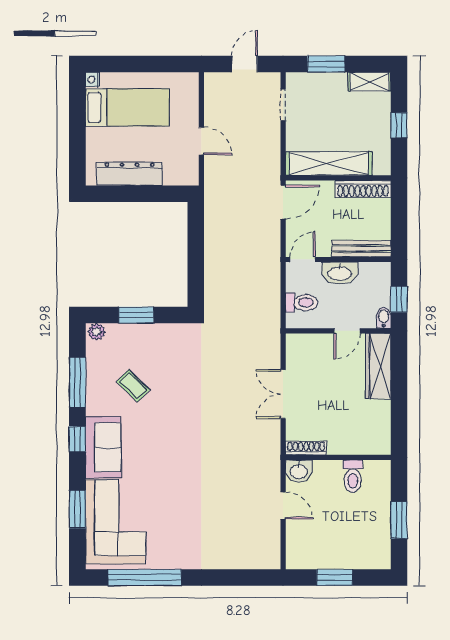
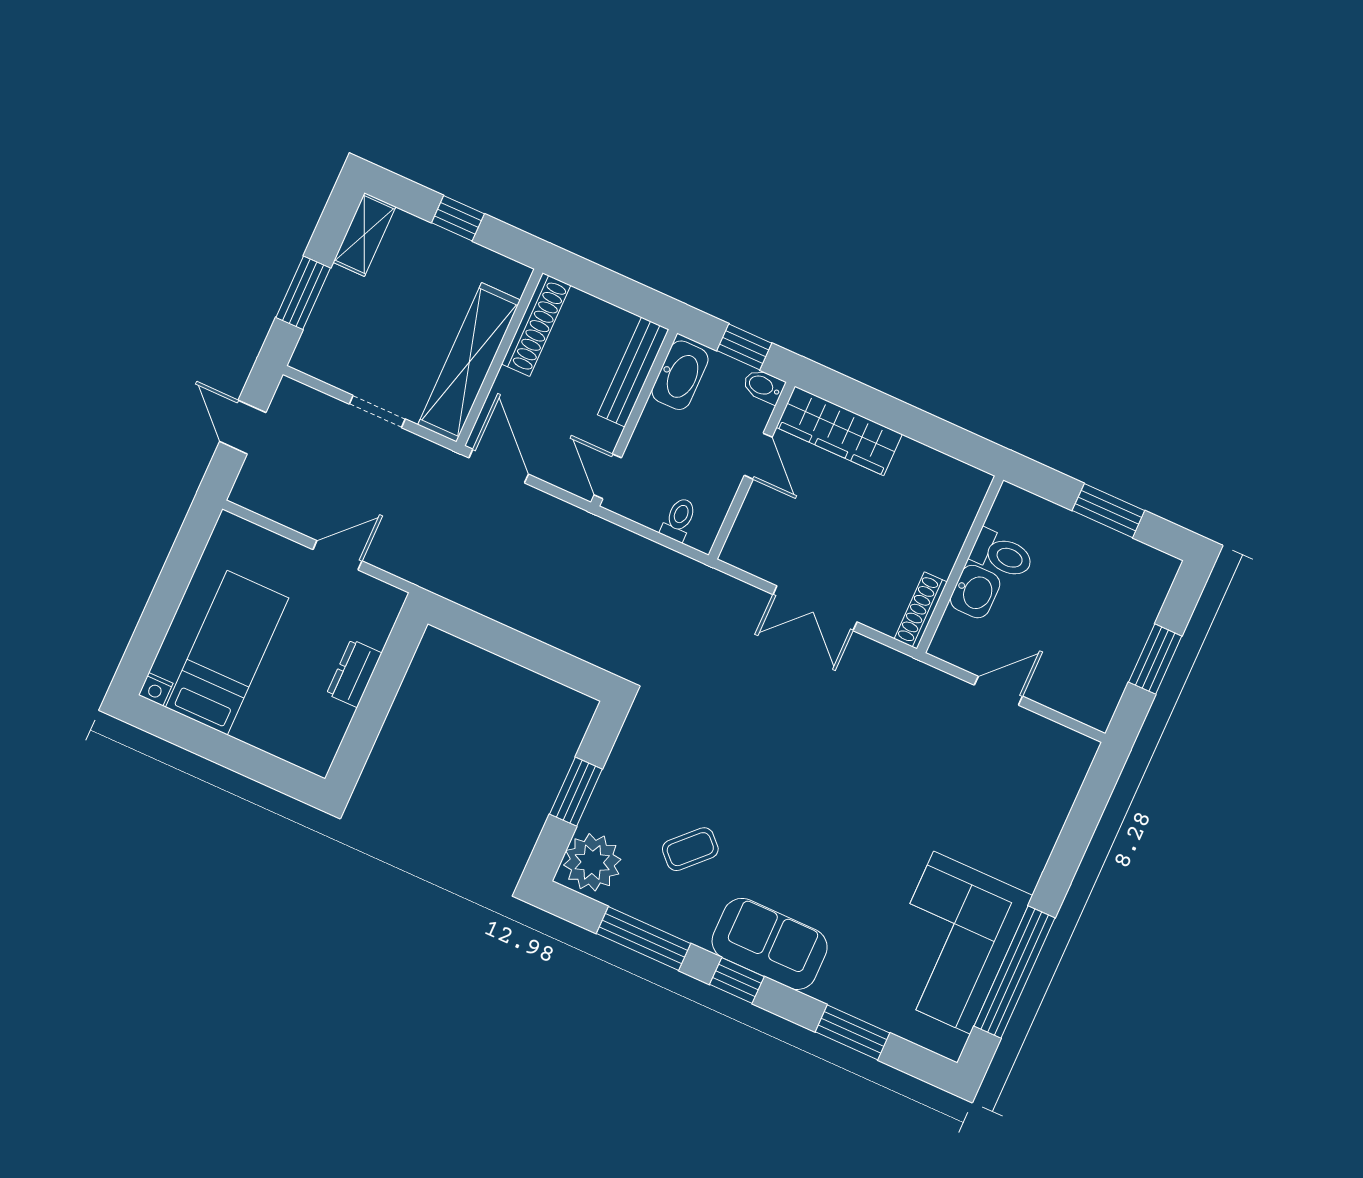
doorway: (283, 105) -> (377, 412), moved
dresser: (129, 174) -> (354, 673), width x0.51, depth x0.80
washbasin: (340, 273) -> (680, 375), moved
toilet: (301, 303) -> (679, 519), width x0.73, depth x0.72
plant: (97, 332) -> (592, 862), width x1.88, depth x1.88
washbasin: (299, 471) -> (975, 592), moved
corner sofa: (116, 522) -> (952, 943), moved, turned -90

